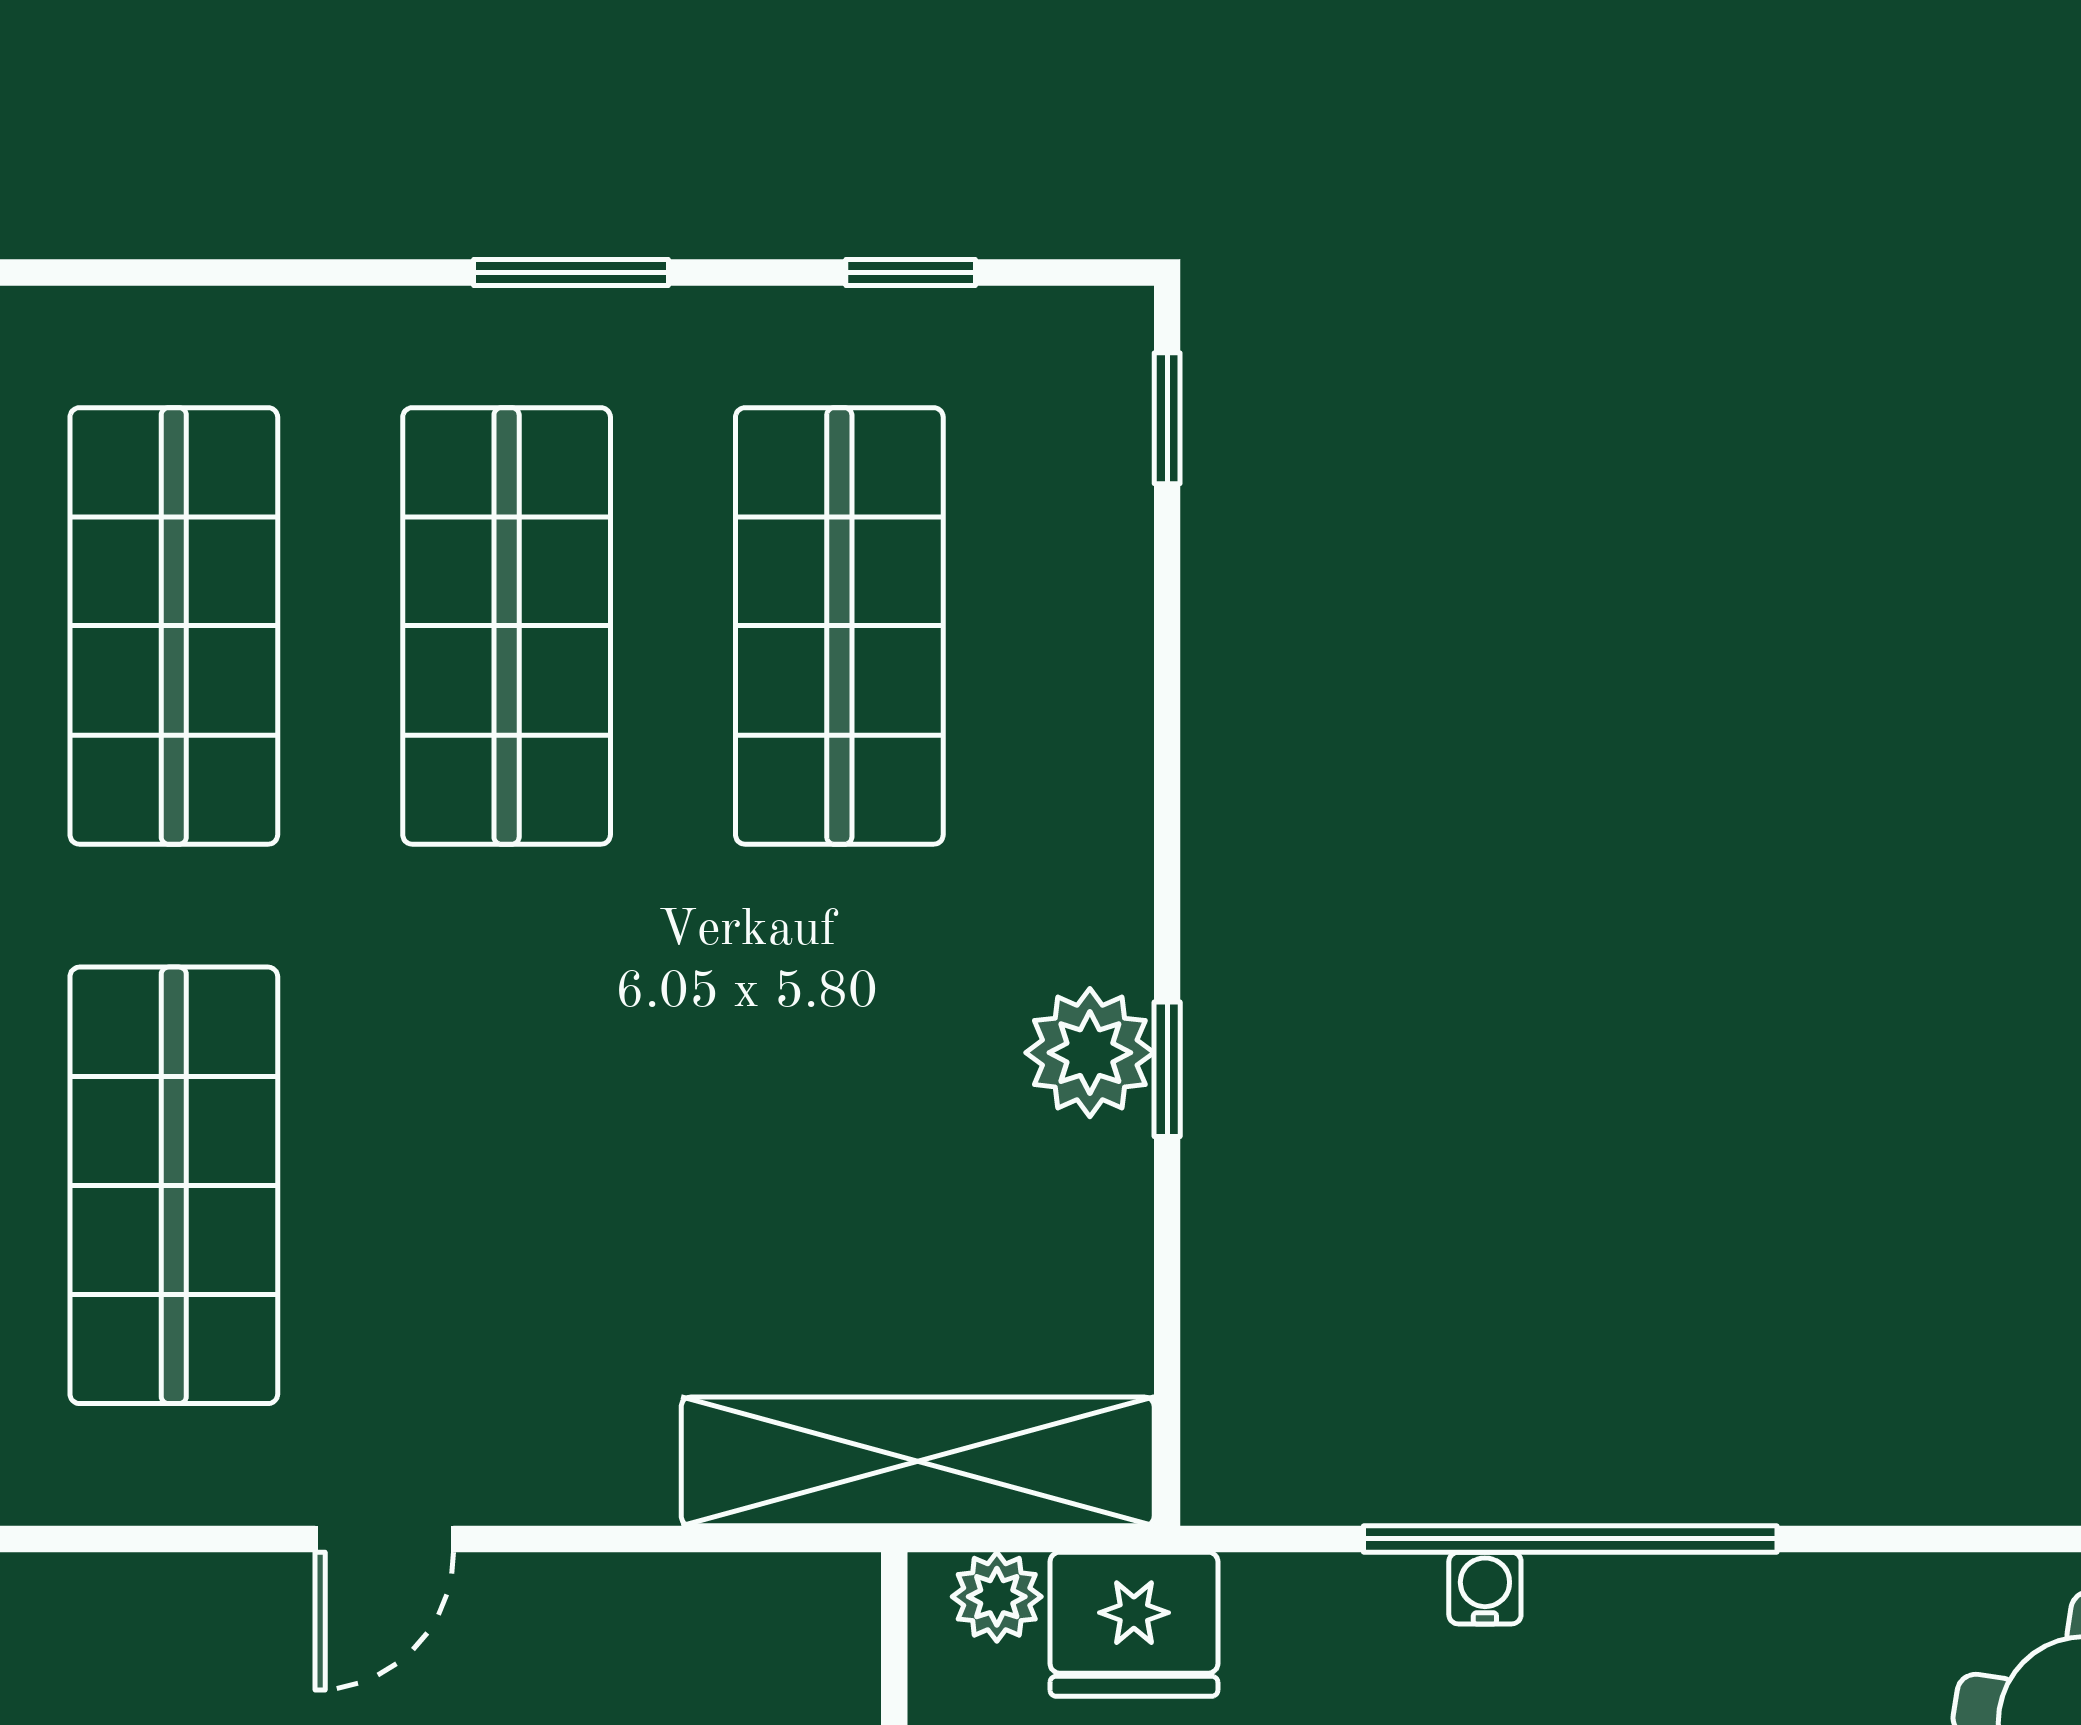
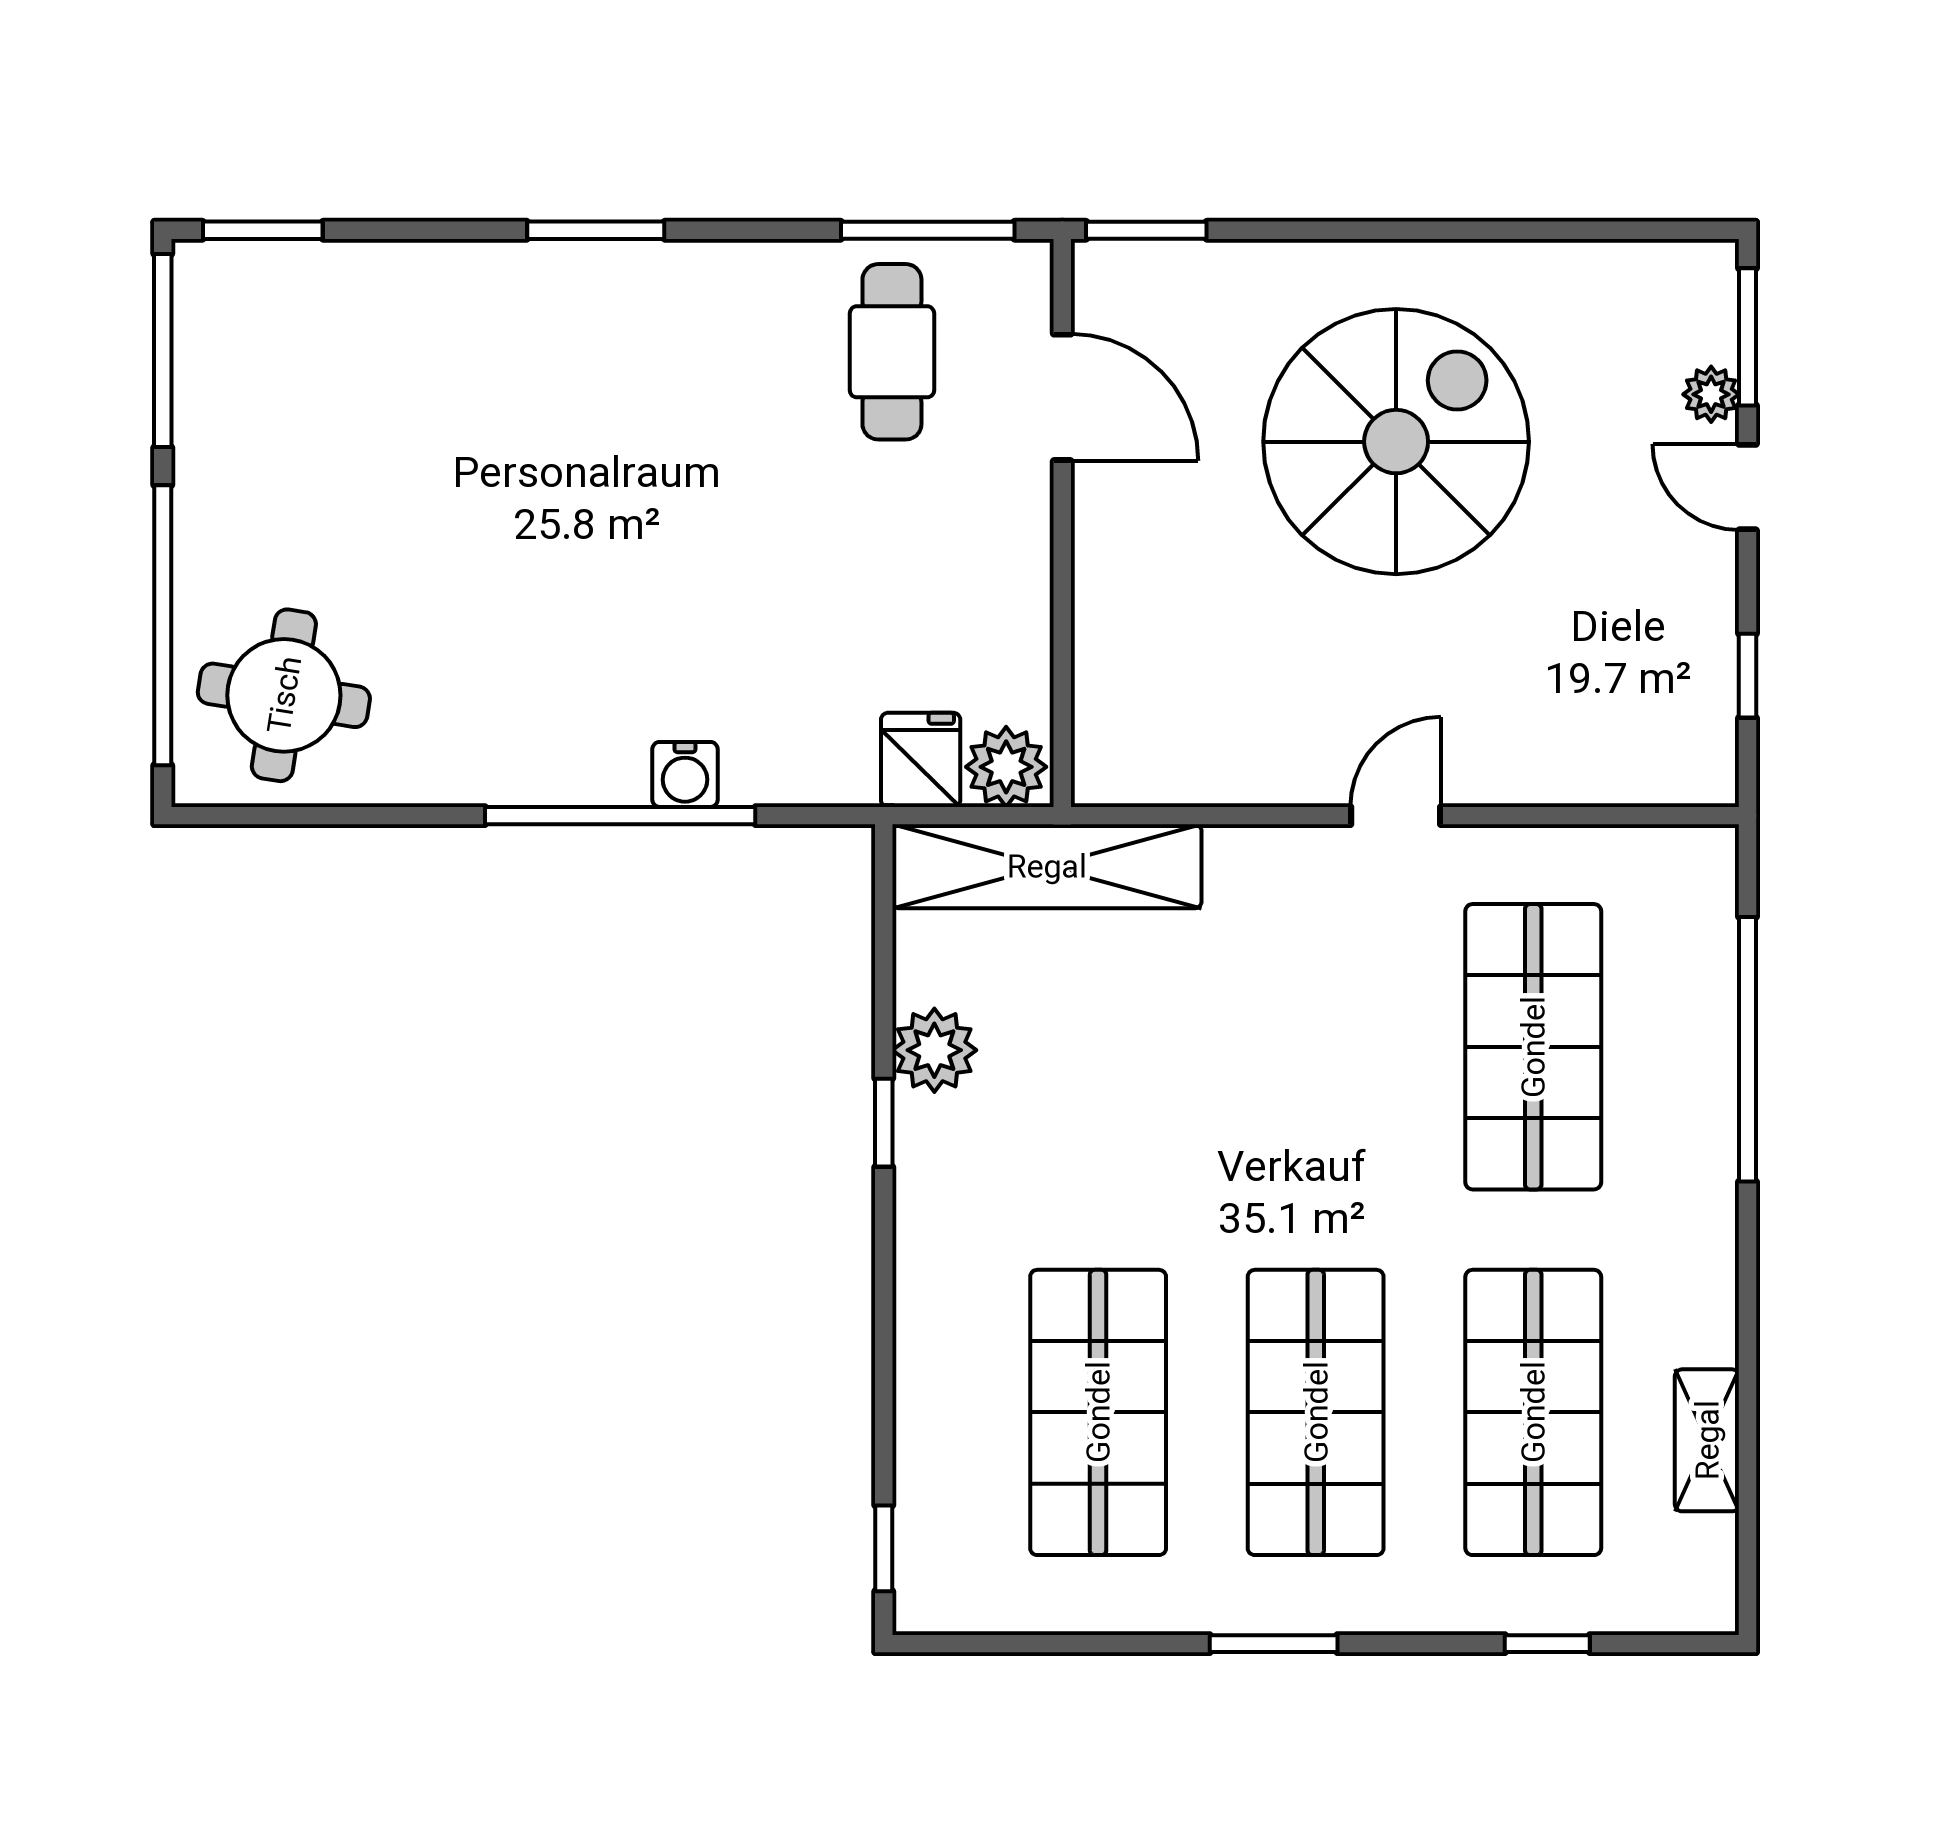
window: (911, 272) -> (1547, 1644), moved
plant: (1090, 1053) -> (934, 1050), moved
water cooler: (1485, 1588) -> (685, 774), width x1.38, depth x1.38
plant: (997, 1597) -> (1006, 767), width x1.38, depth x1.38
fridge: (1134, 1624) -> (921, 760), width x0.72

